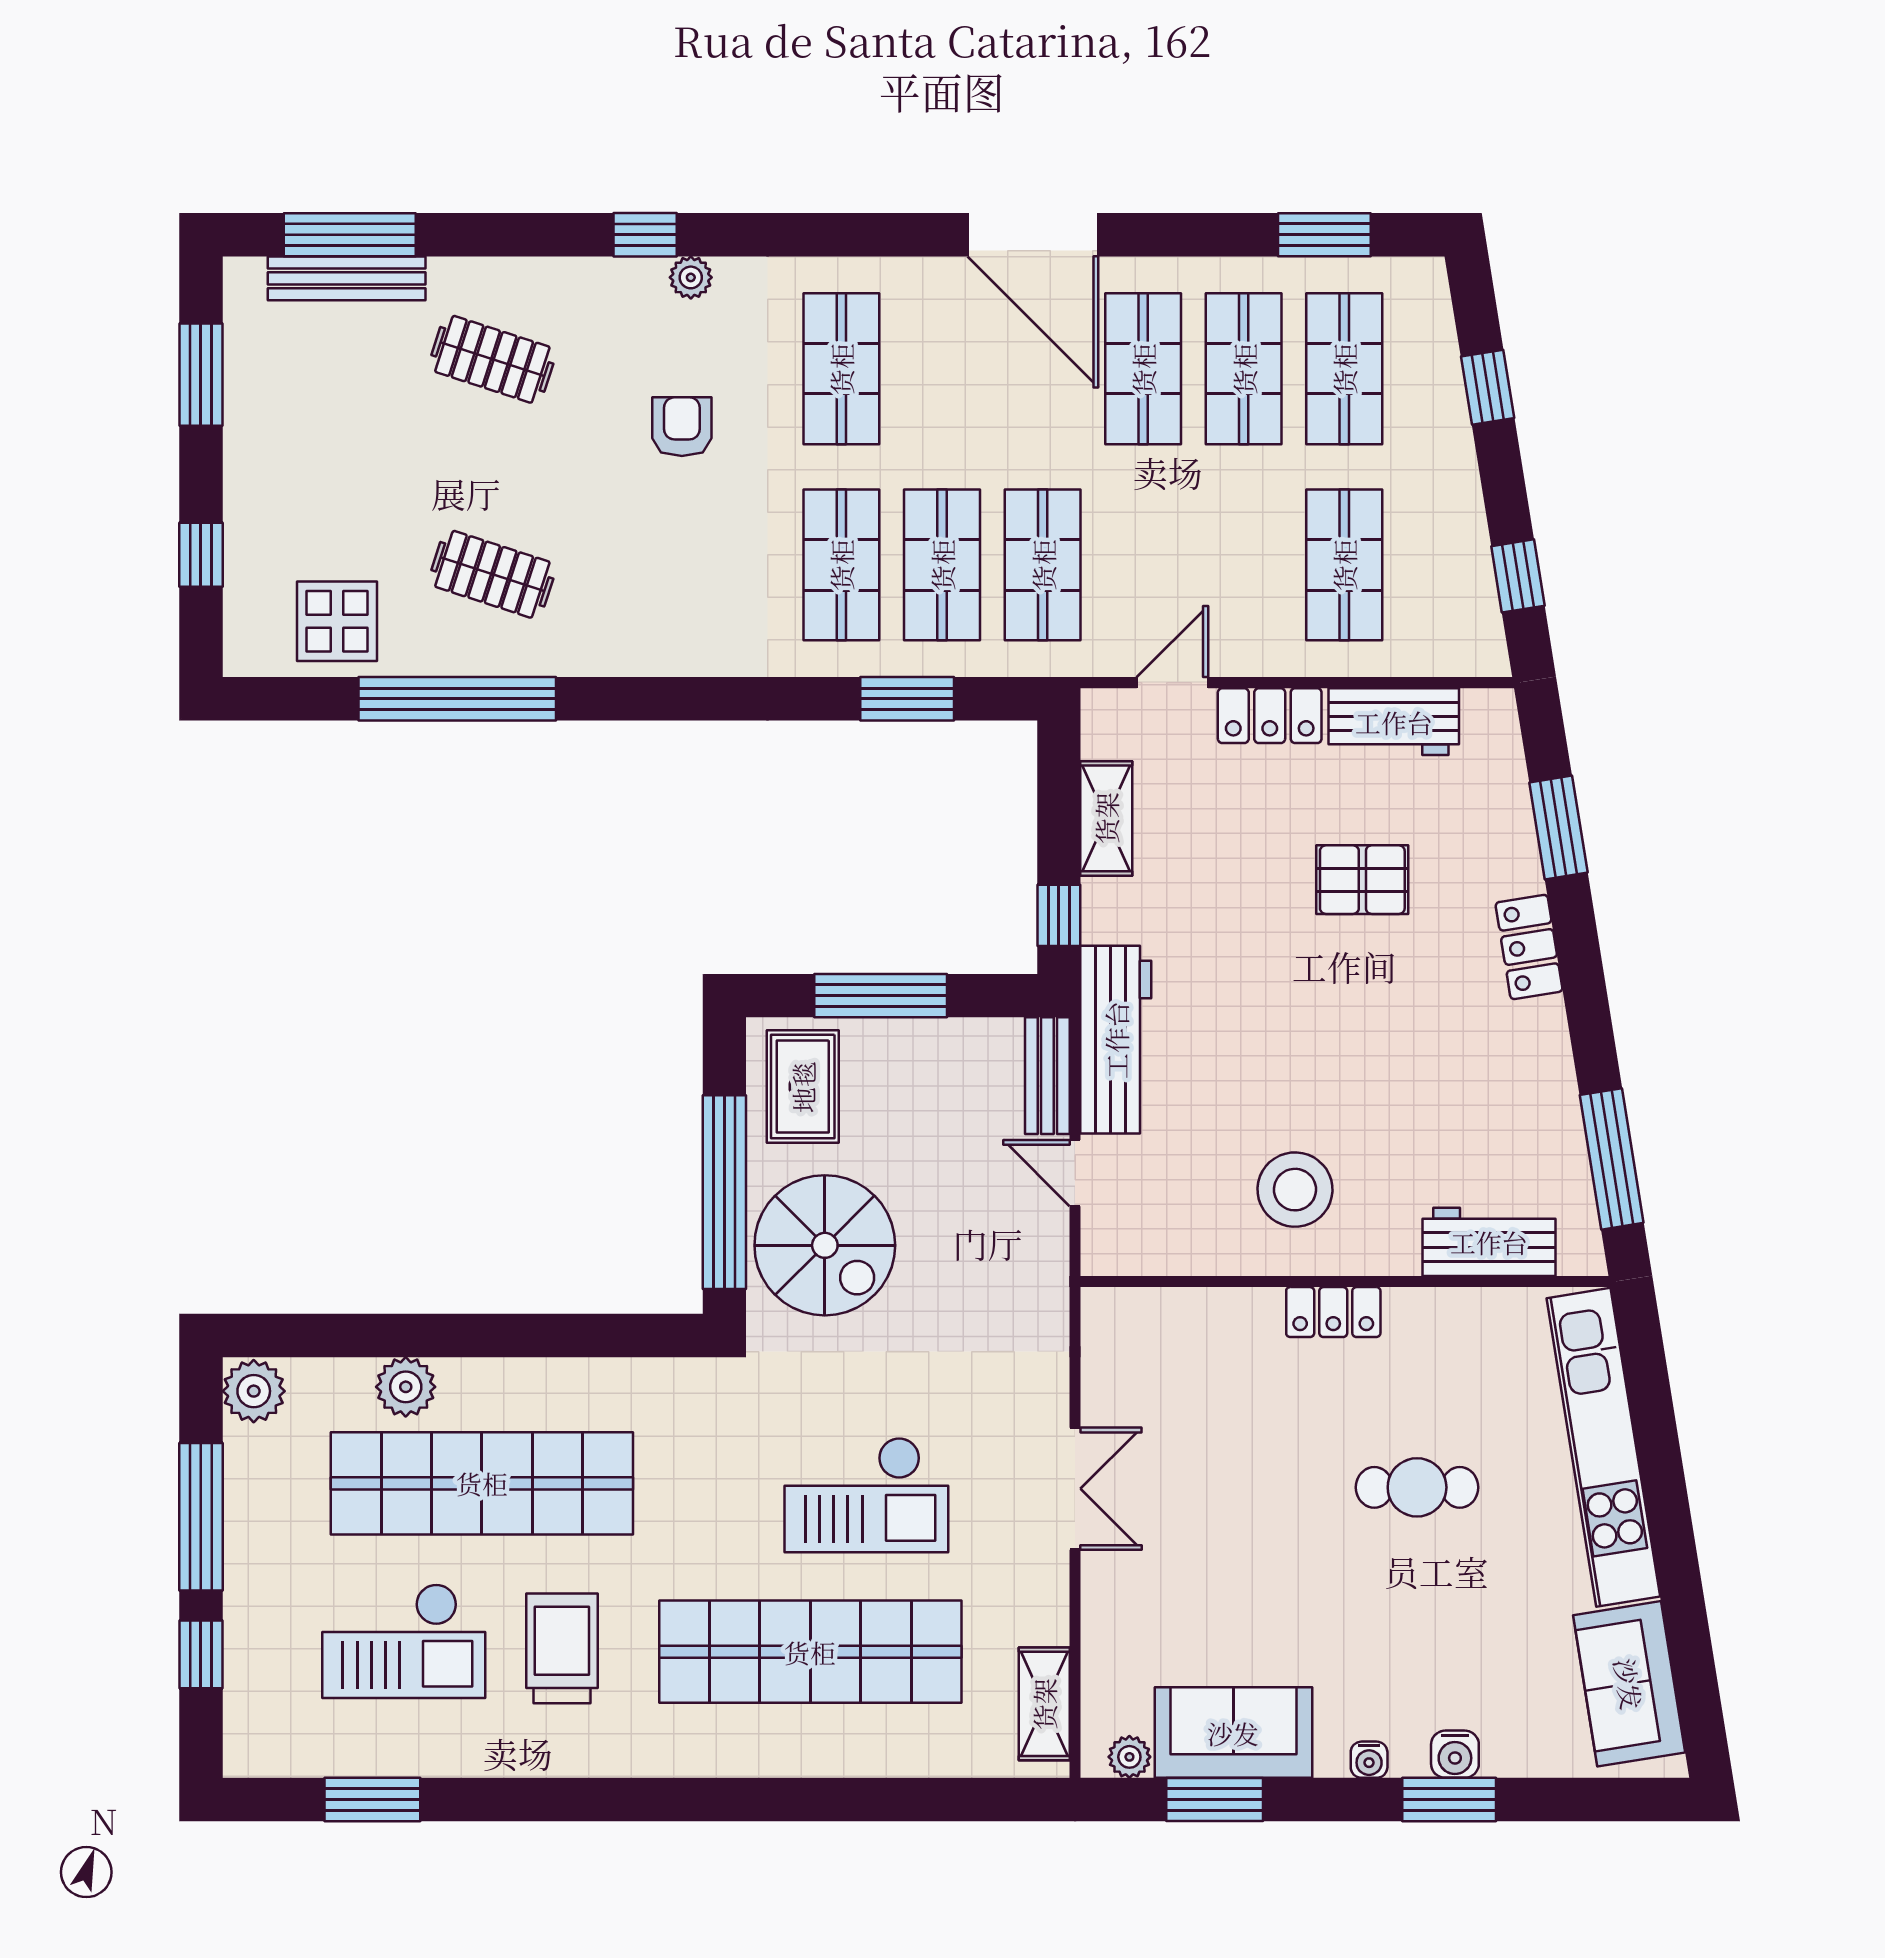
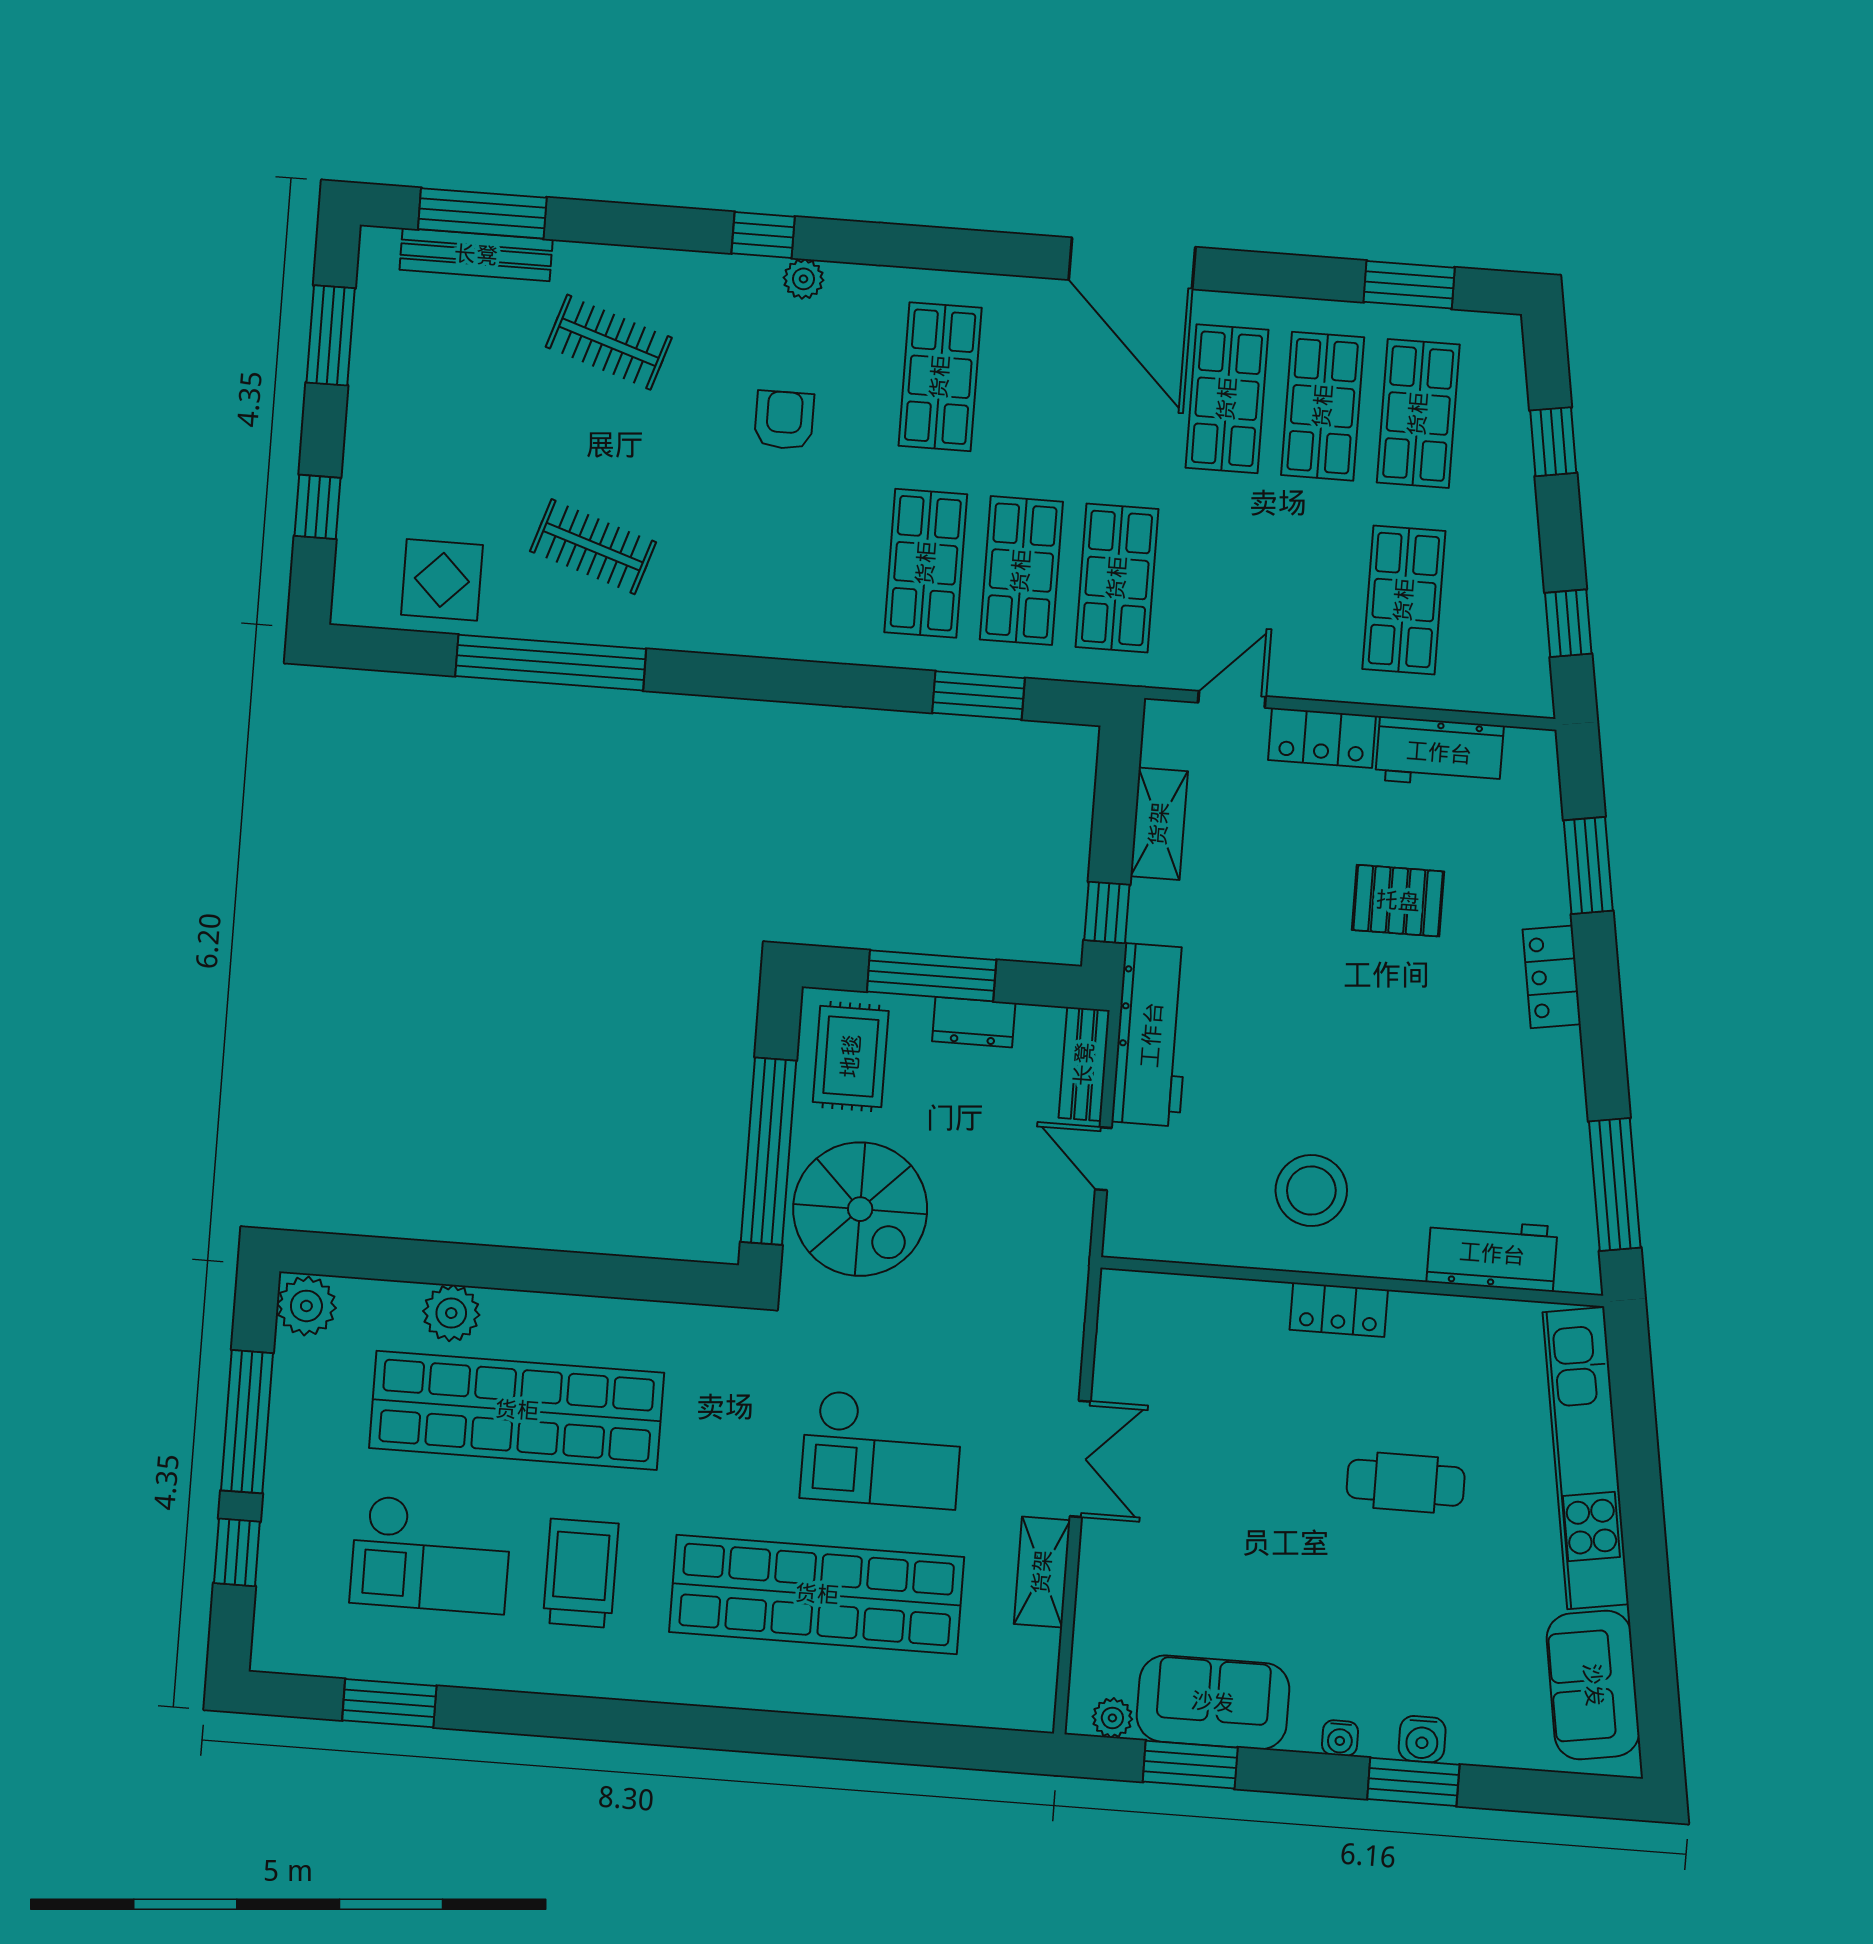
dresser: (929, 1041) -> (974, 1022), added
shelving: (1044, 1704) -> (1042, 1572), moved

